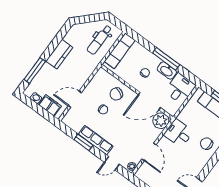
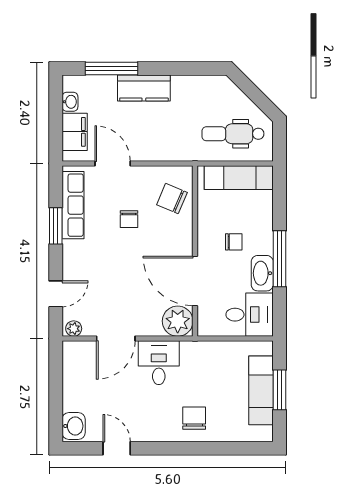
kitchen counter: (59, 54) -> (144, 88), moved
chair: (116, 94) -> (172, 199), moved
desk: (178, 133) -> (159, 363), moved
row of seats: (96, 140) -> (73, 205), moved
door: (112, 163) -> (56, 294), swing flipped

